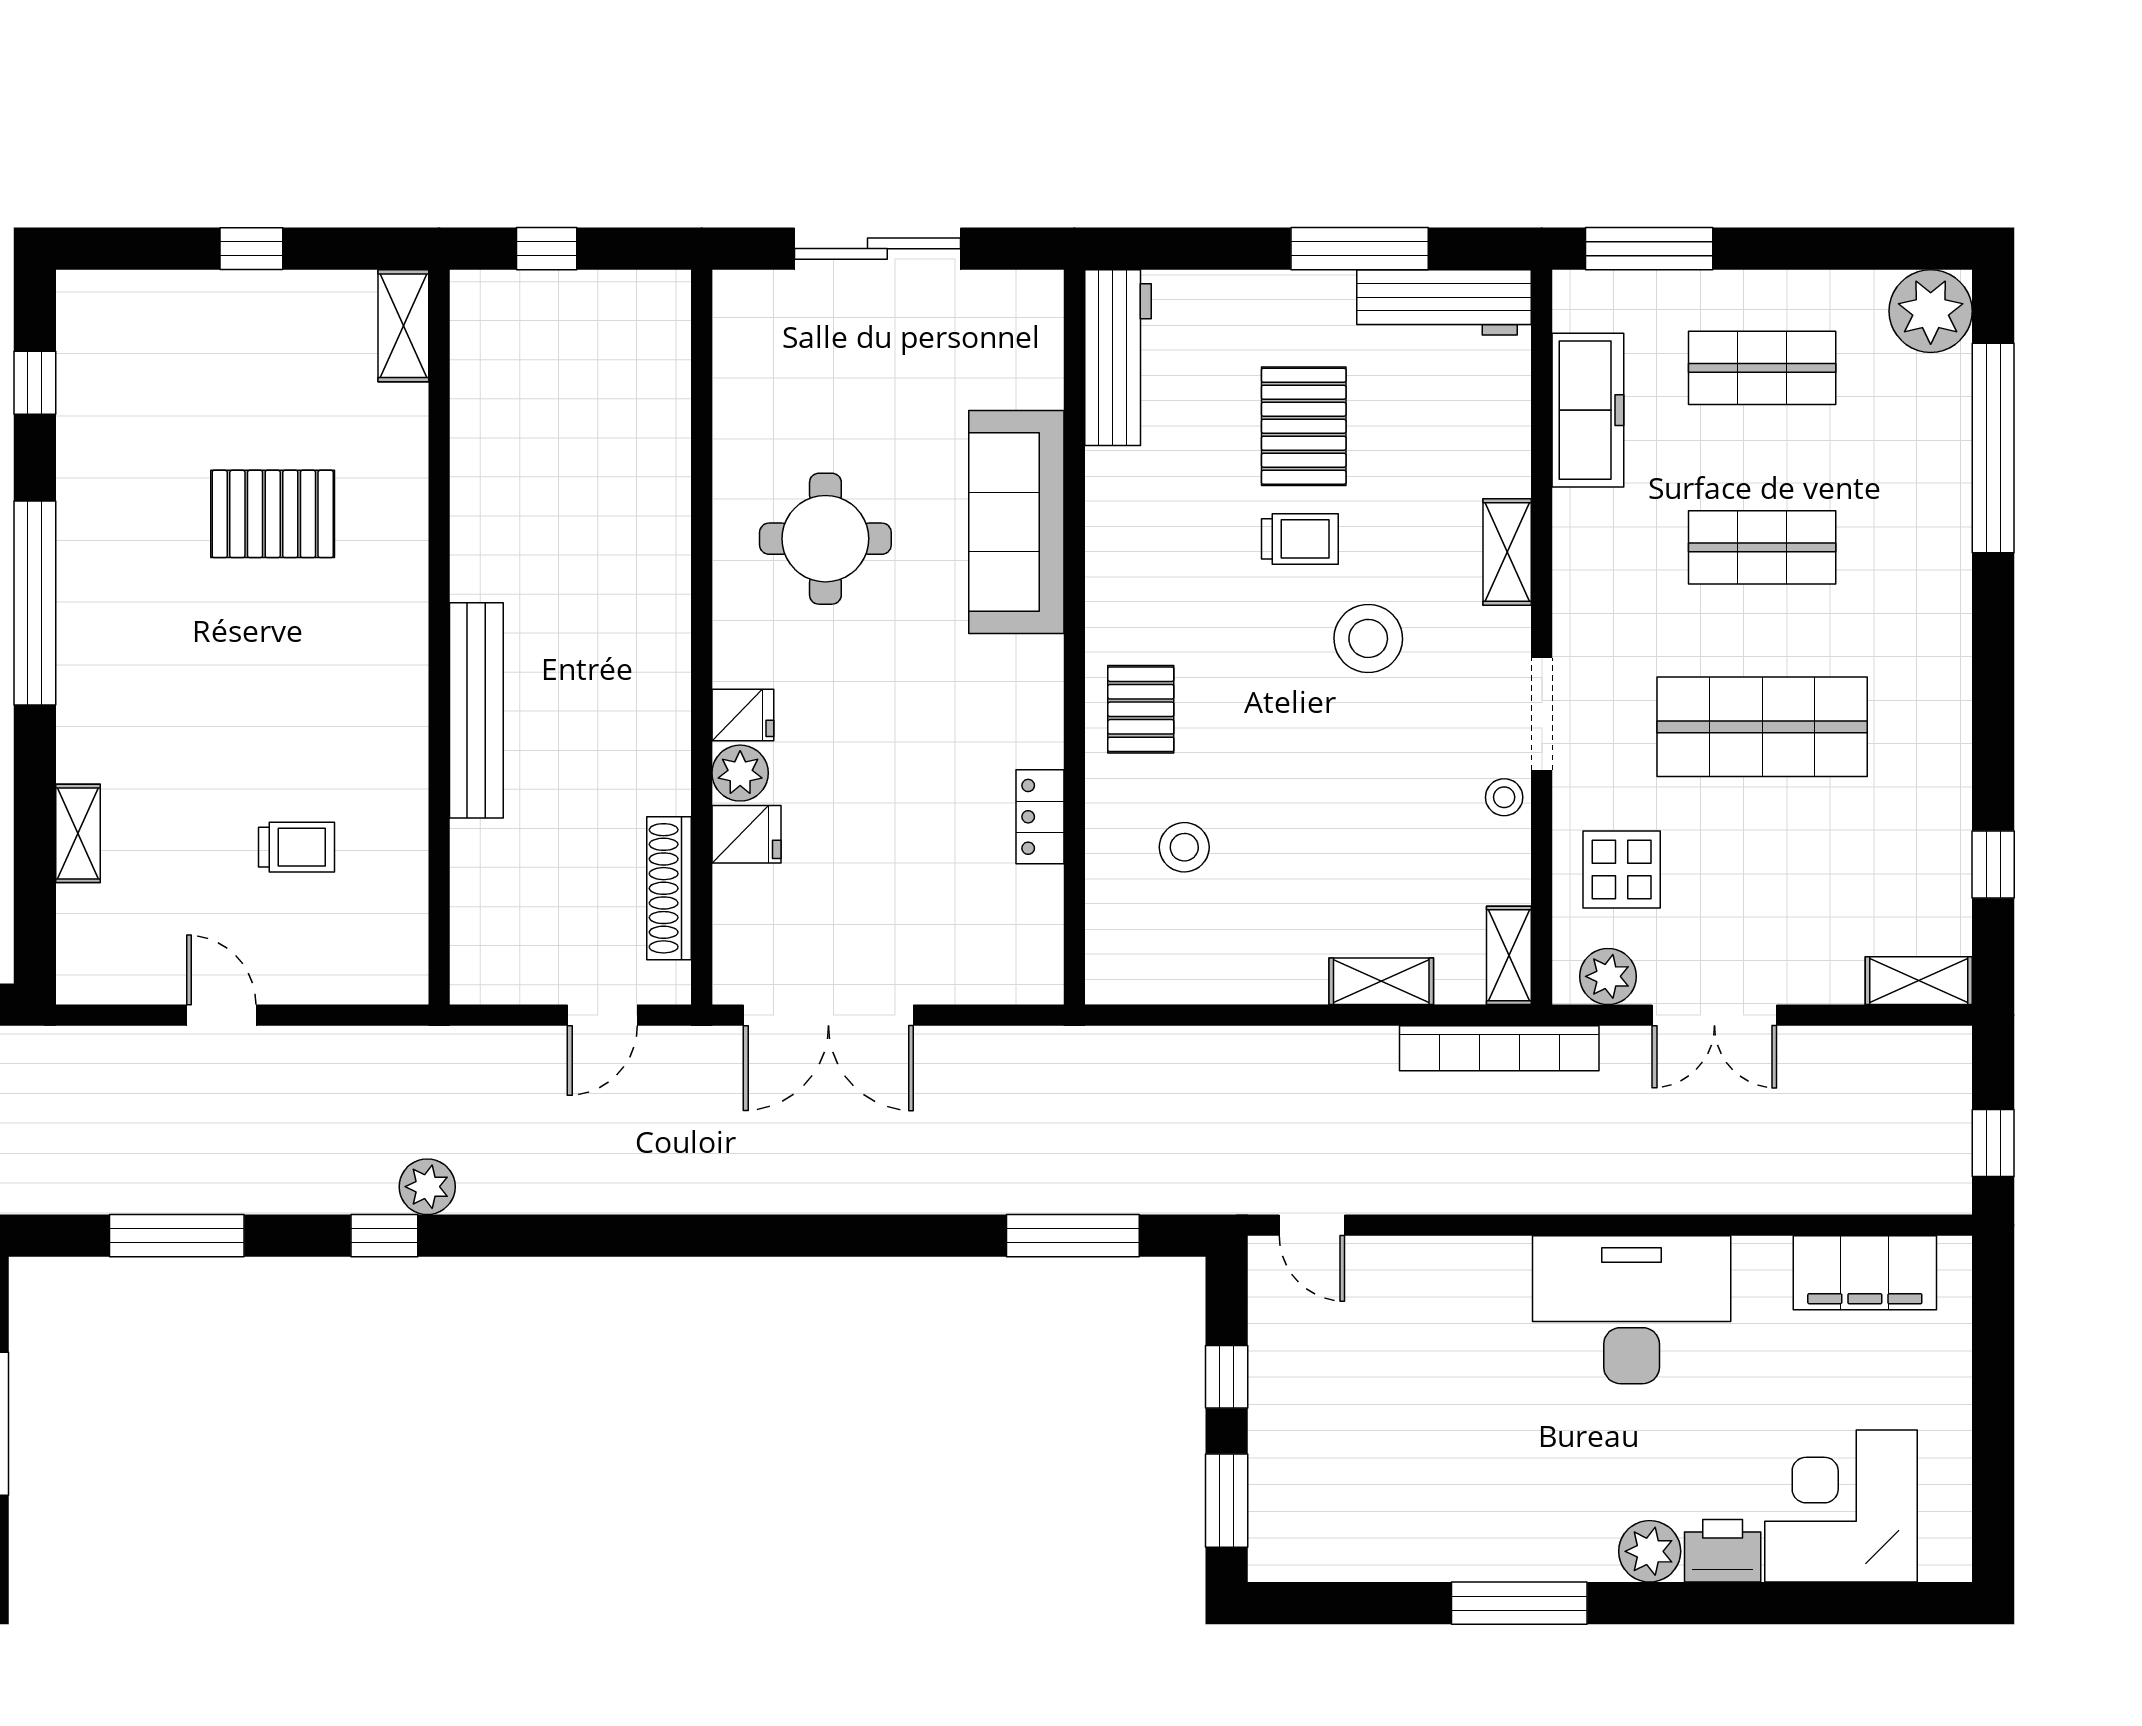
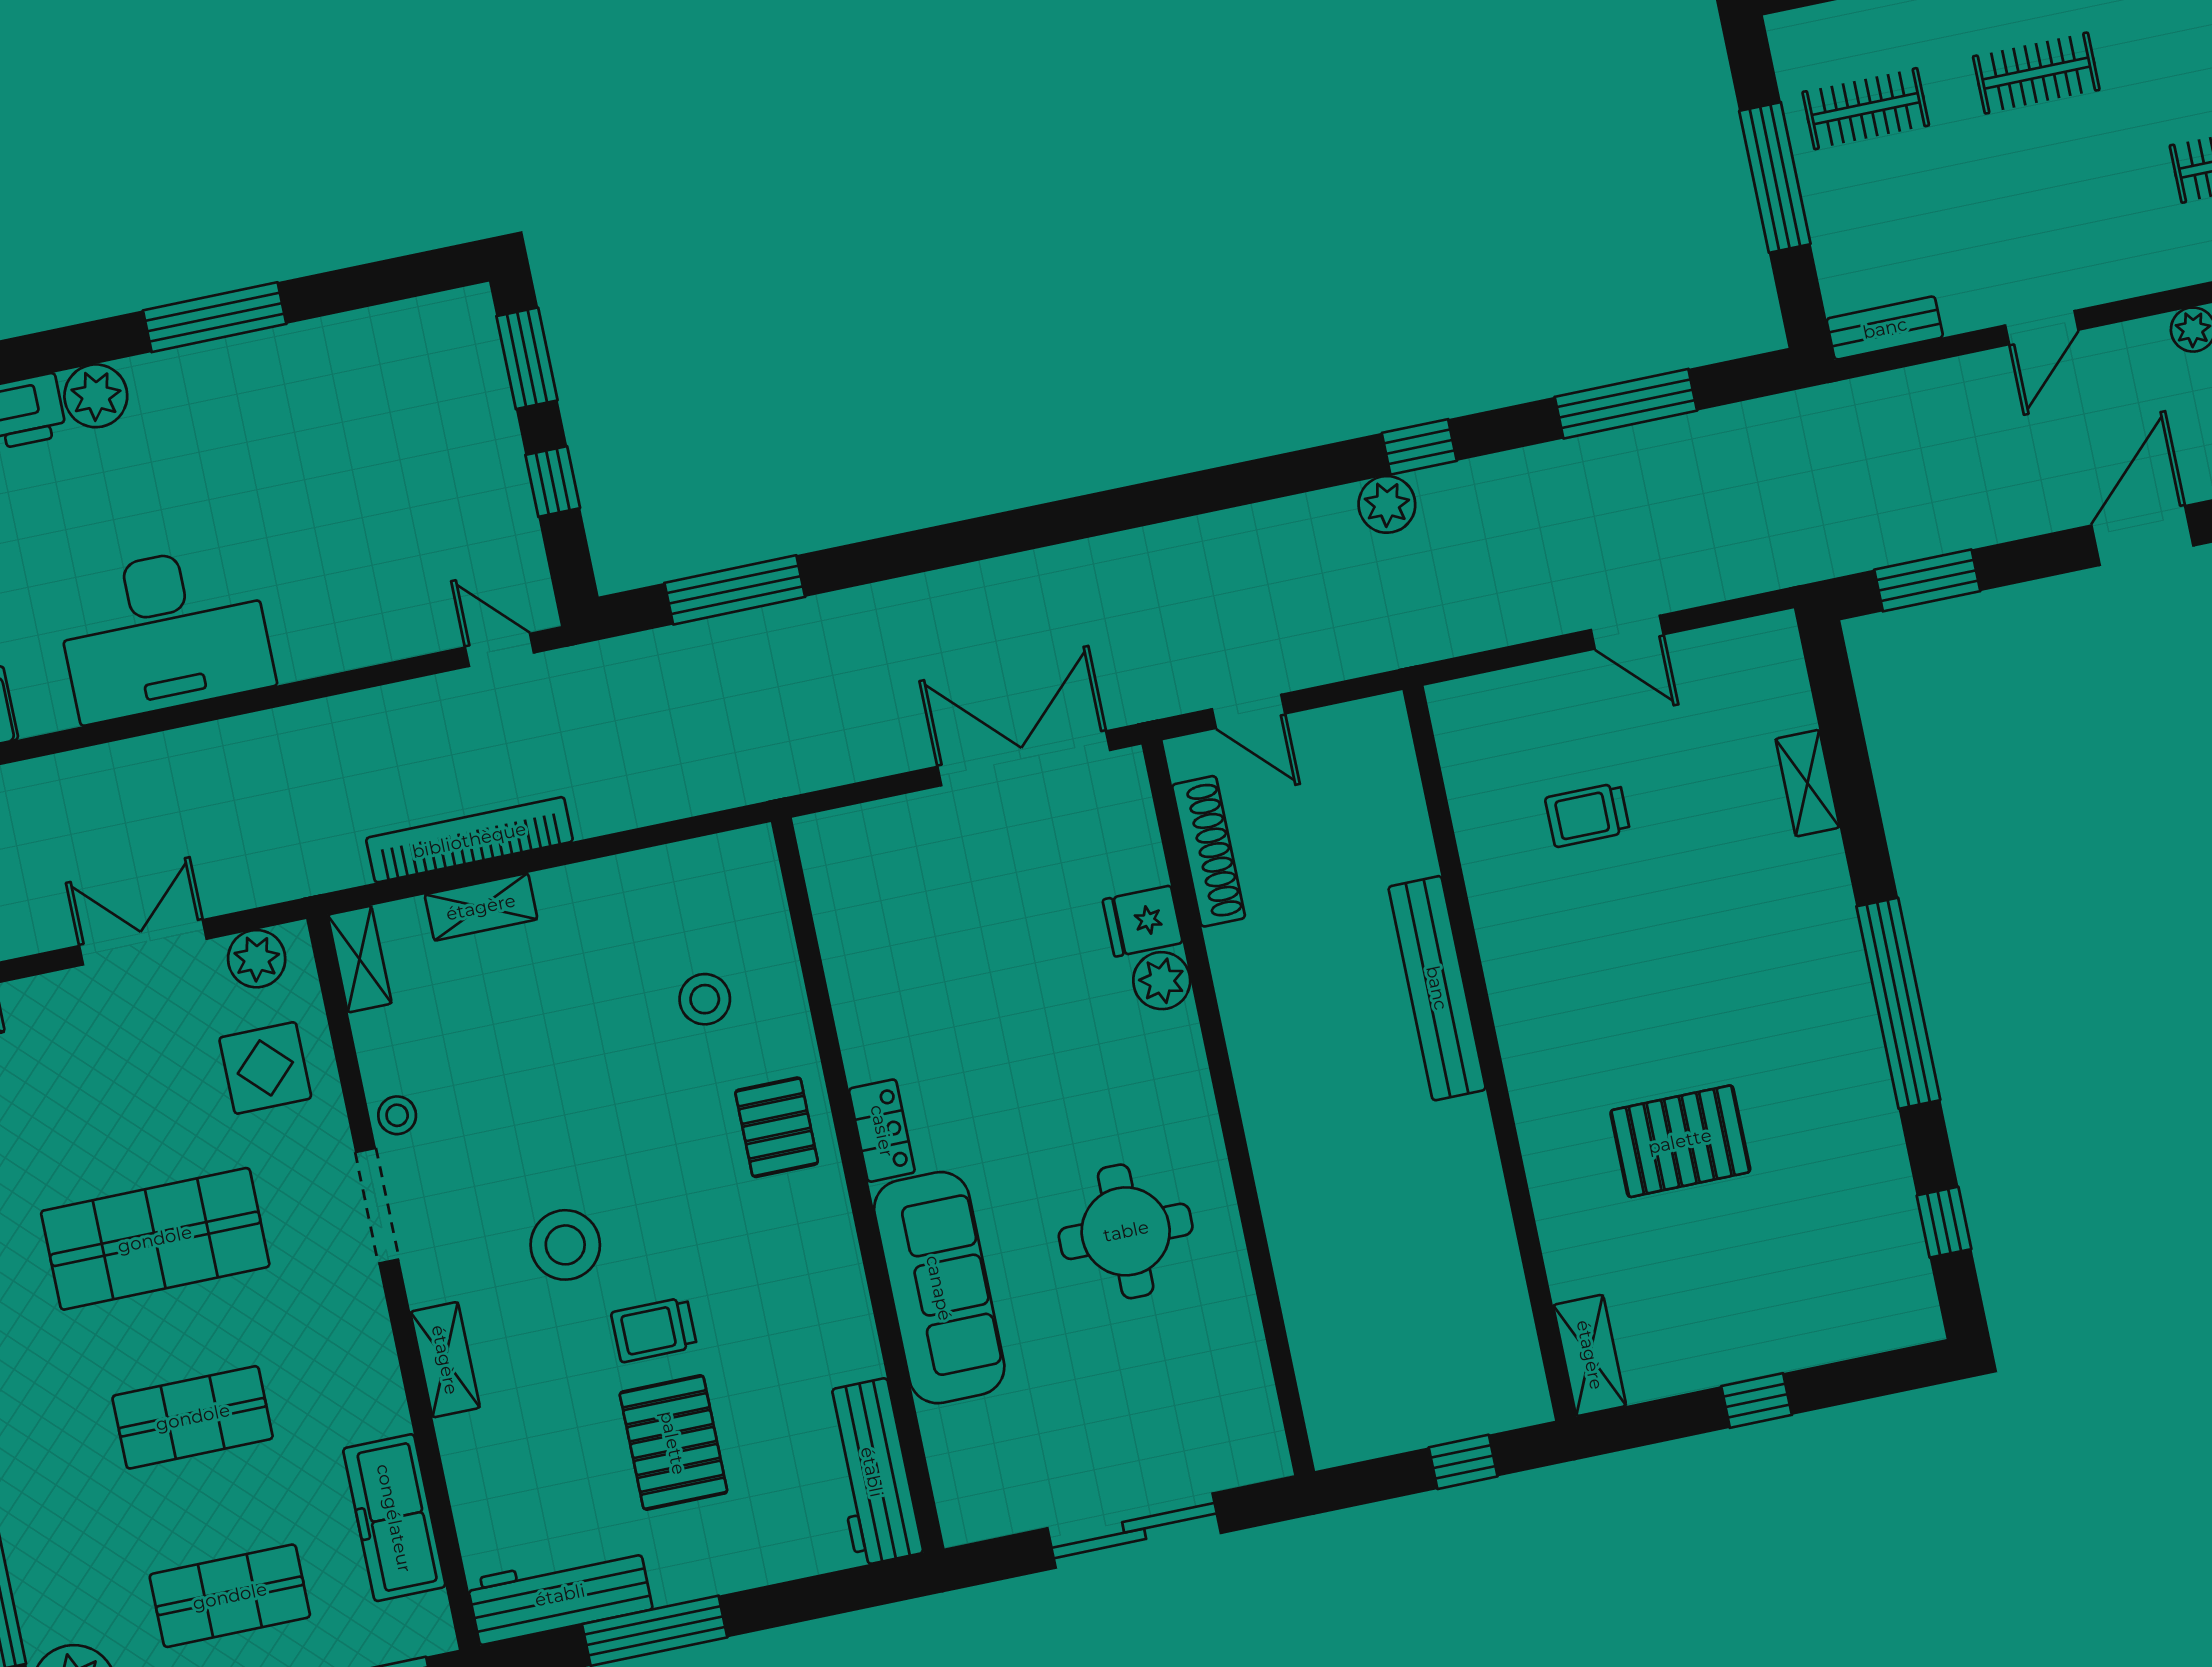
fridge: (743, 715) -> (1171, 1039), removed
locker: (1040, 817) -> (882, 1131), moved
door: (602, 1015) -> (1249, 711), swing flipped
bookcase: (1499, 1048) -> (469, 840), moved

